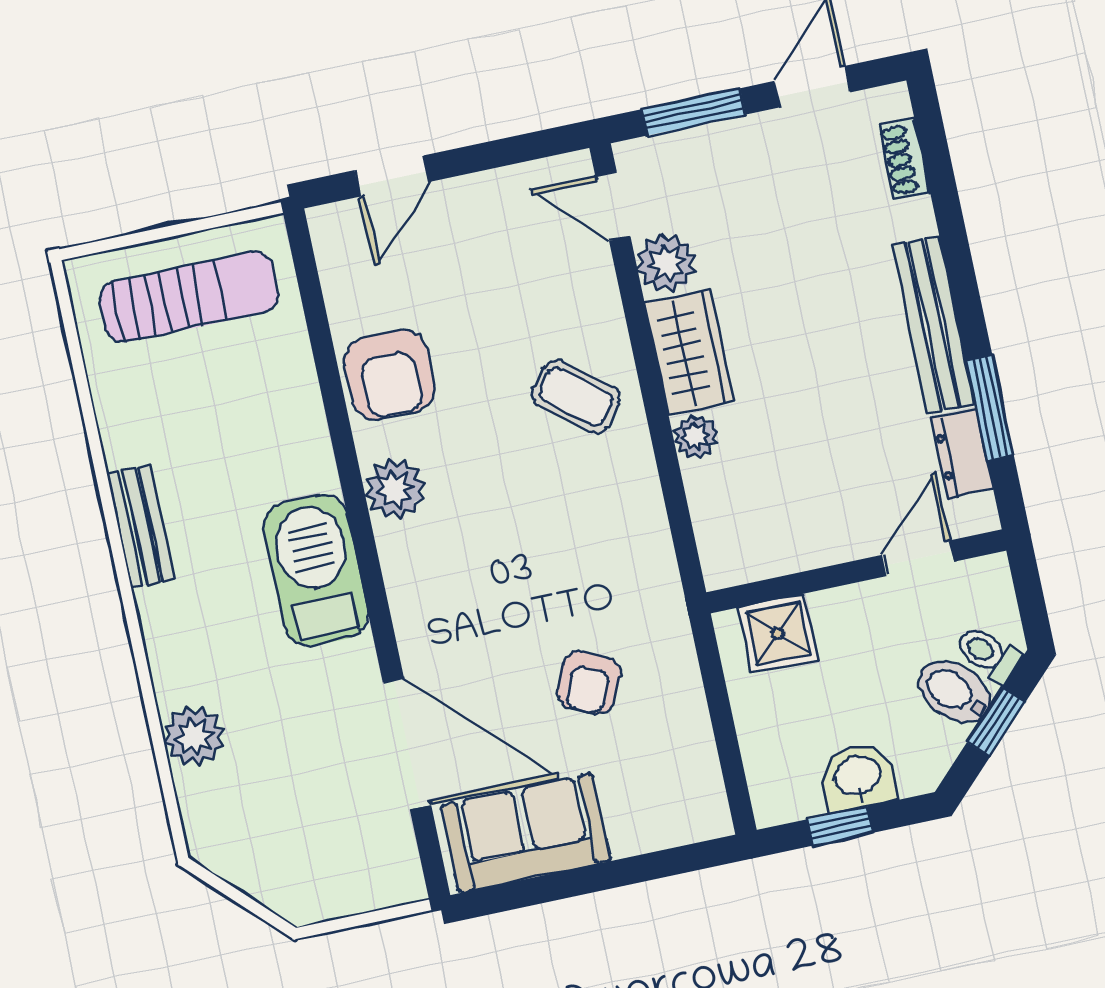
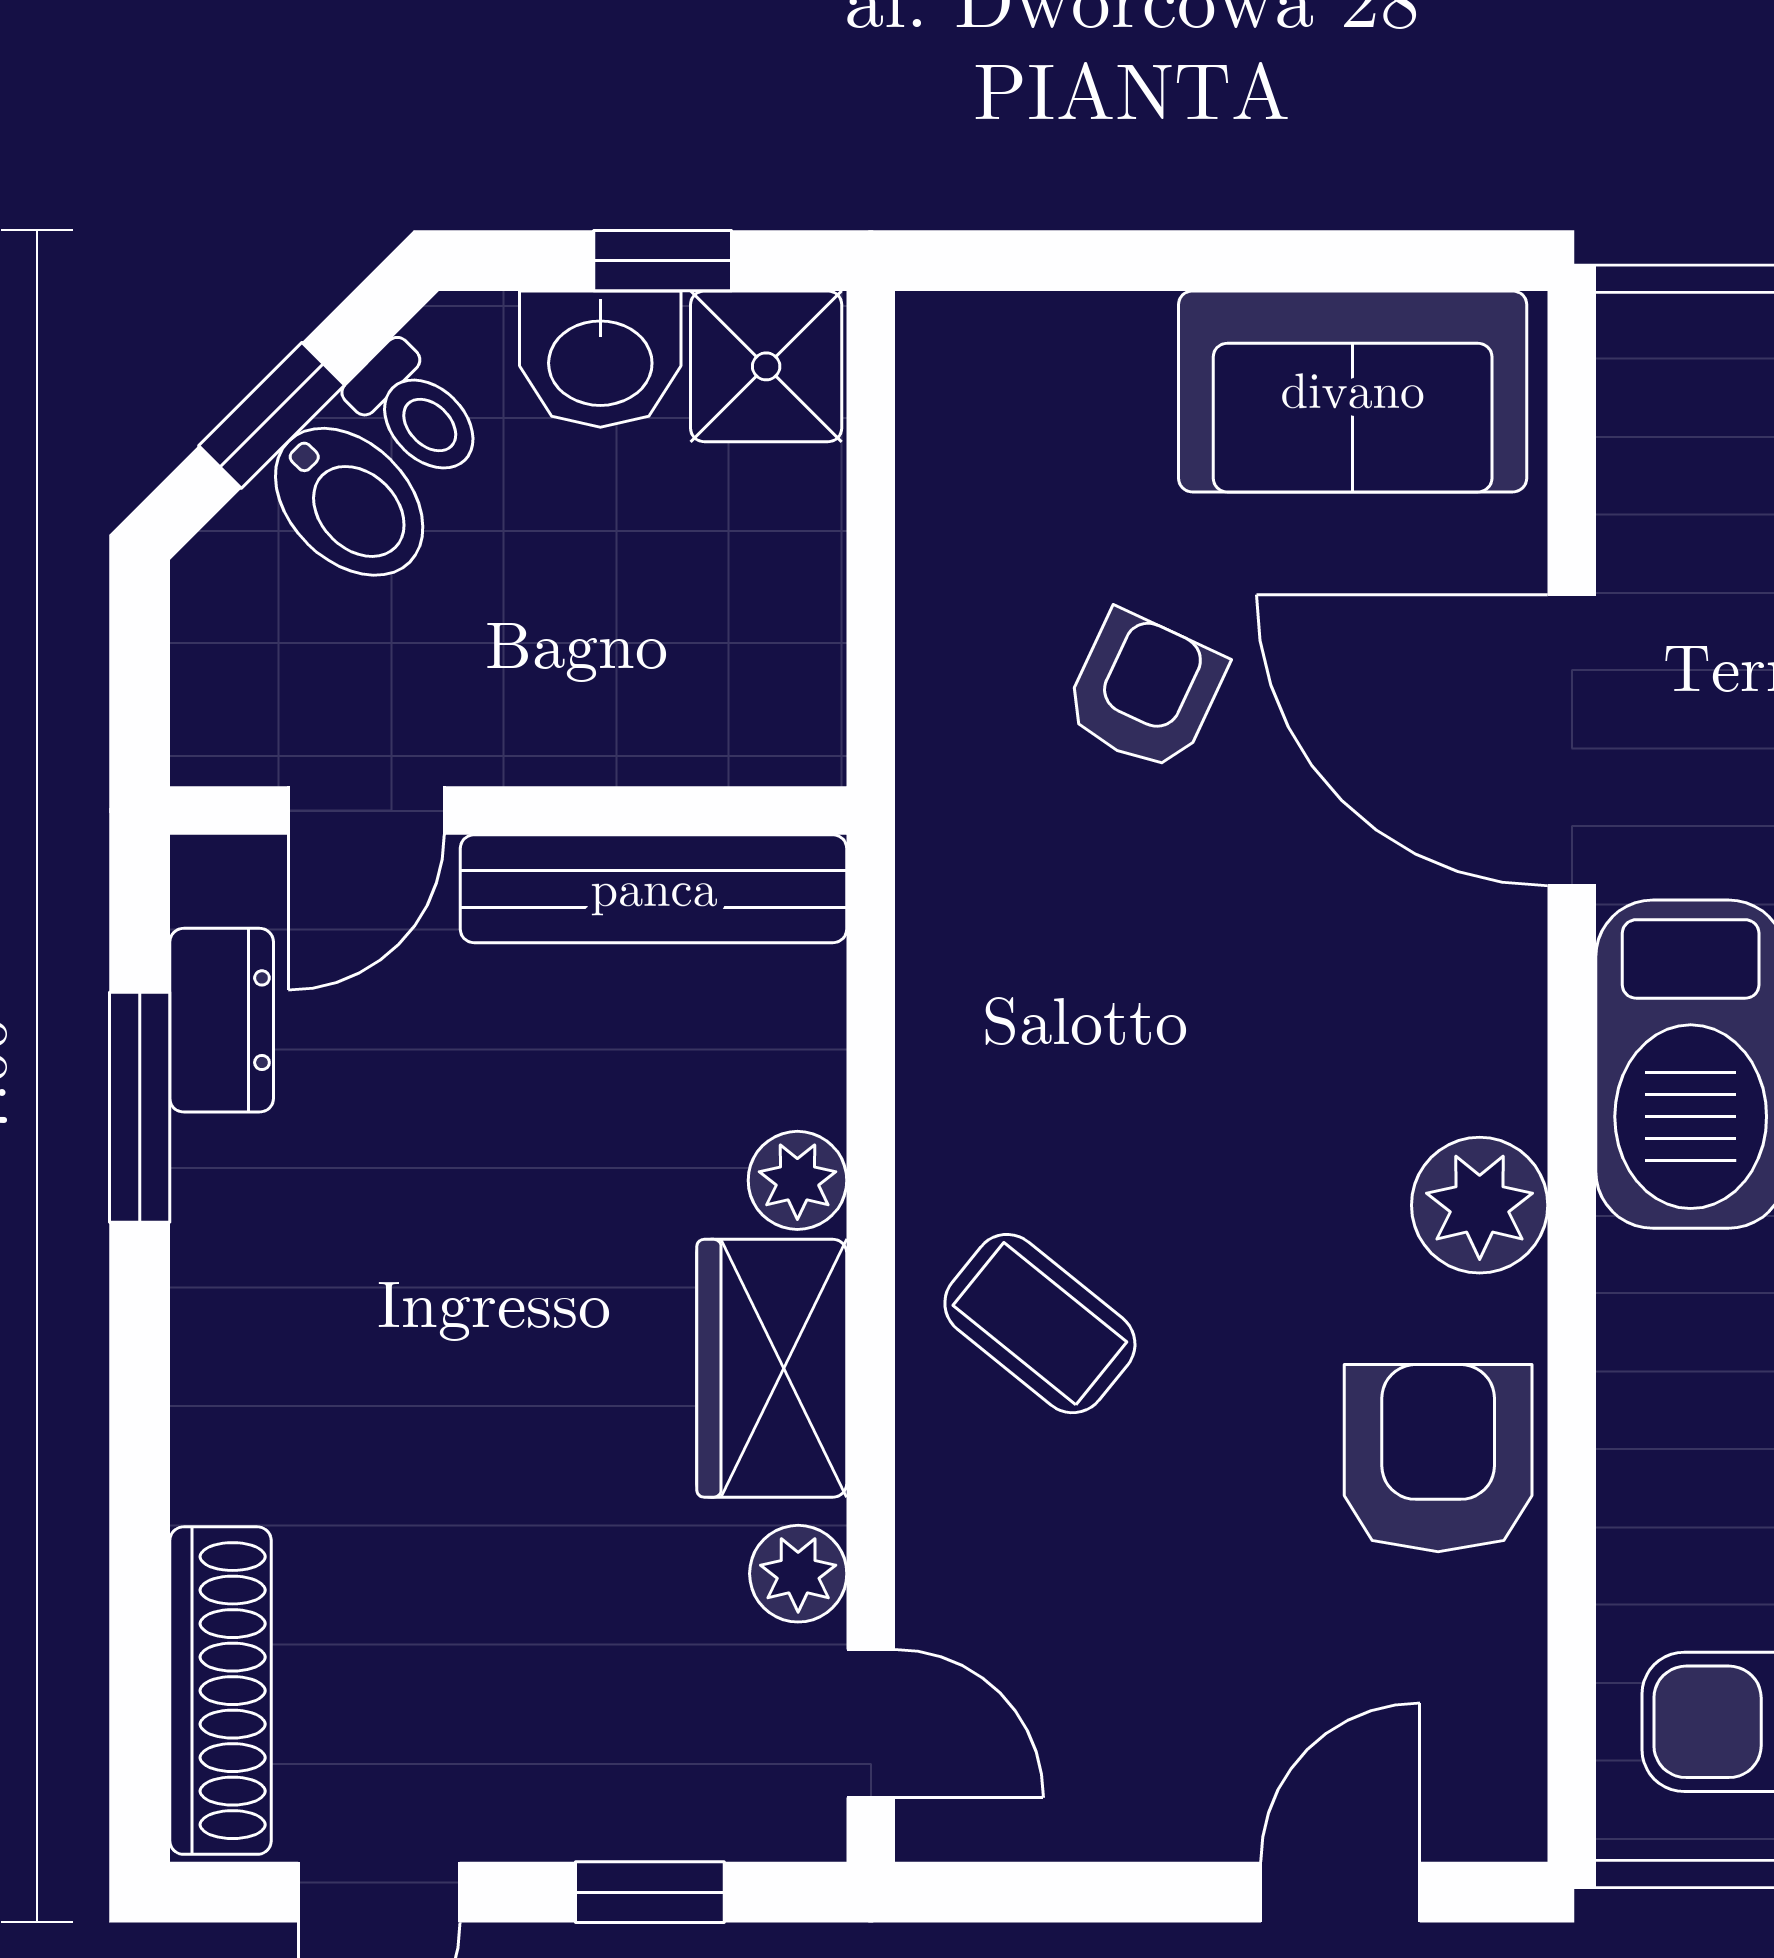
window: (694, 112) -> (650, 1892), width x0.67
shoe rack: (904, 159) -> (220, 1691), width x1.94, depth x1.24
plant: (666, 263) -> (798, 1574), width x0.73, depth x0.73
bench: (934, 325) -> (654, 889), moved, turned 90
shower: (778, 634) -> (766, 366), moved
toilet: (988, 654) -> (416, 411), moved
door: (407, 744) -> (1572, 740), moved

